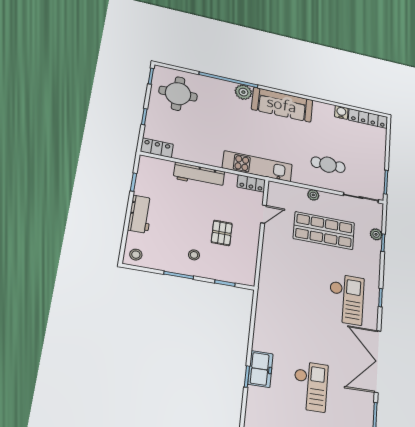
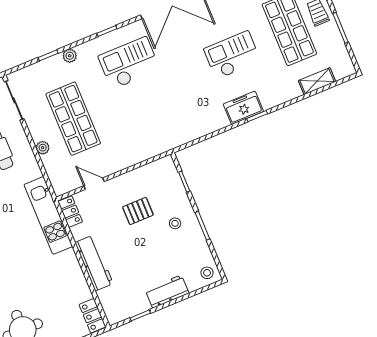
plant: (376, 234) -> (70, 56), moved

